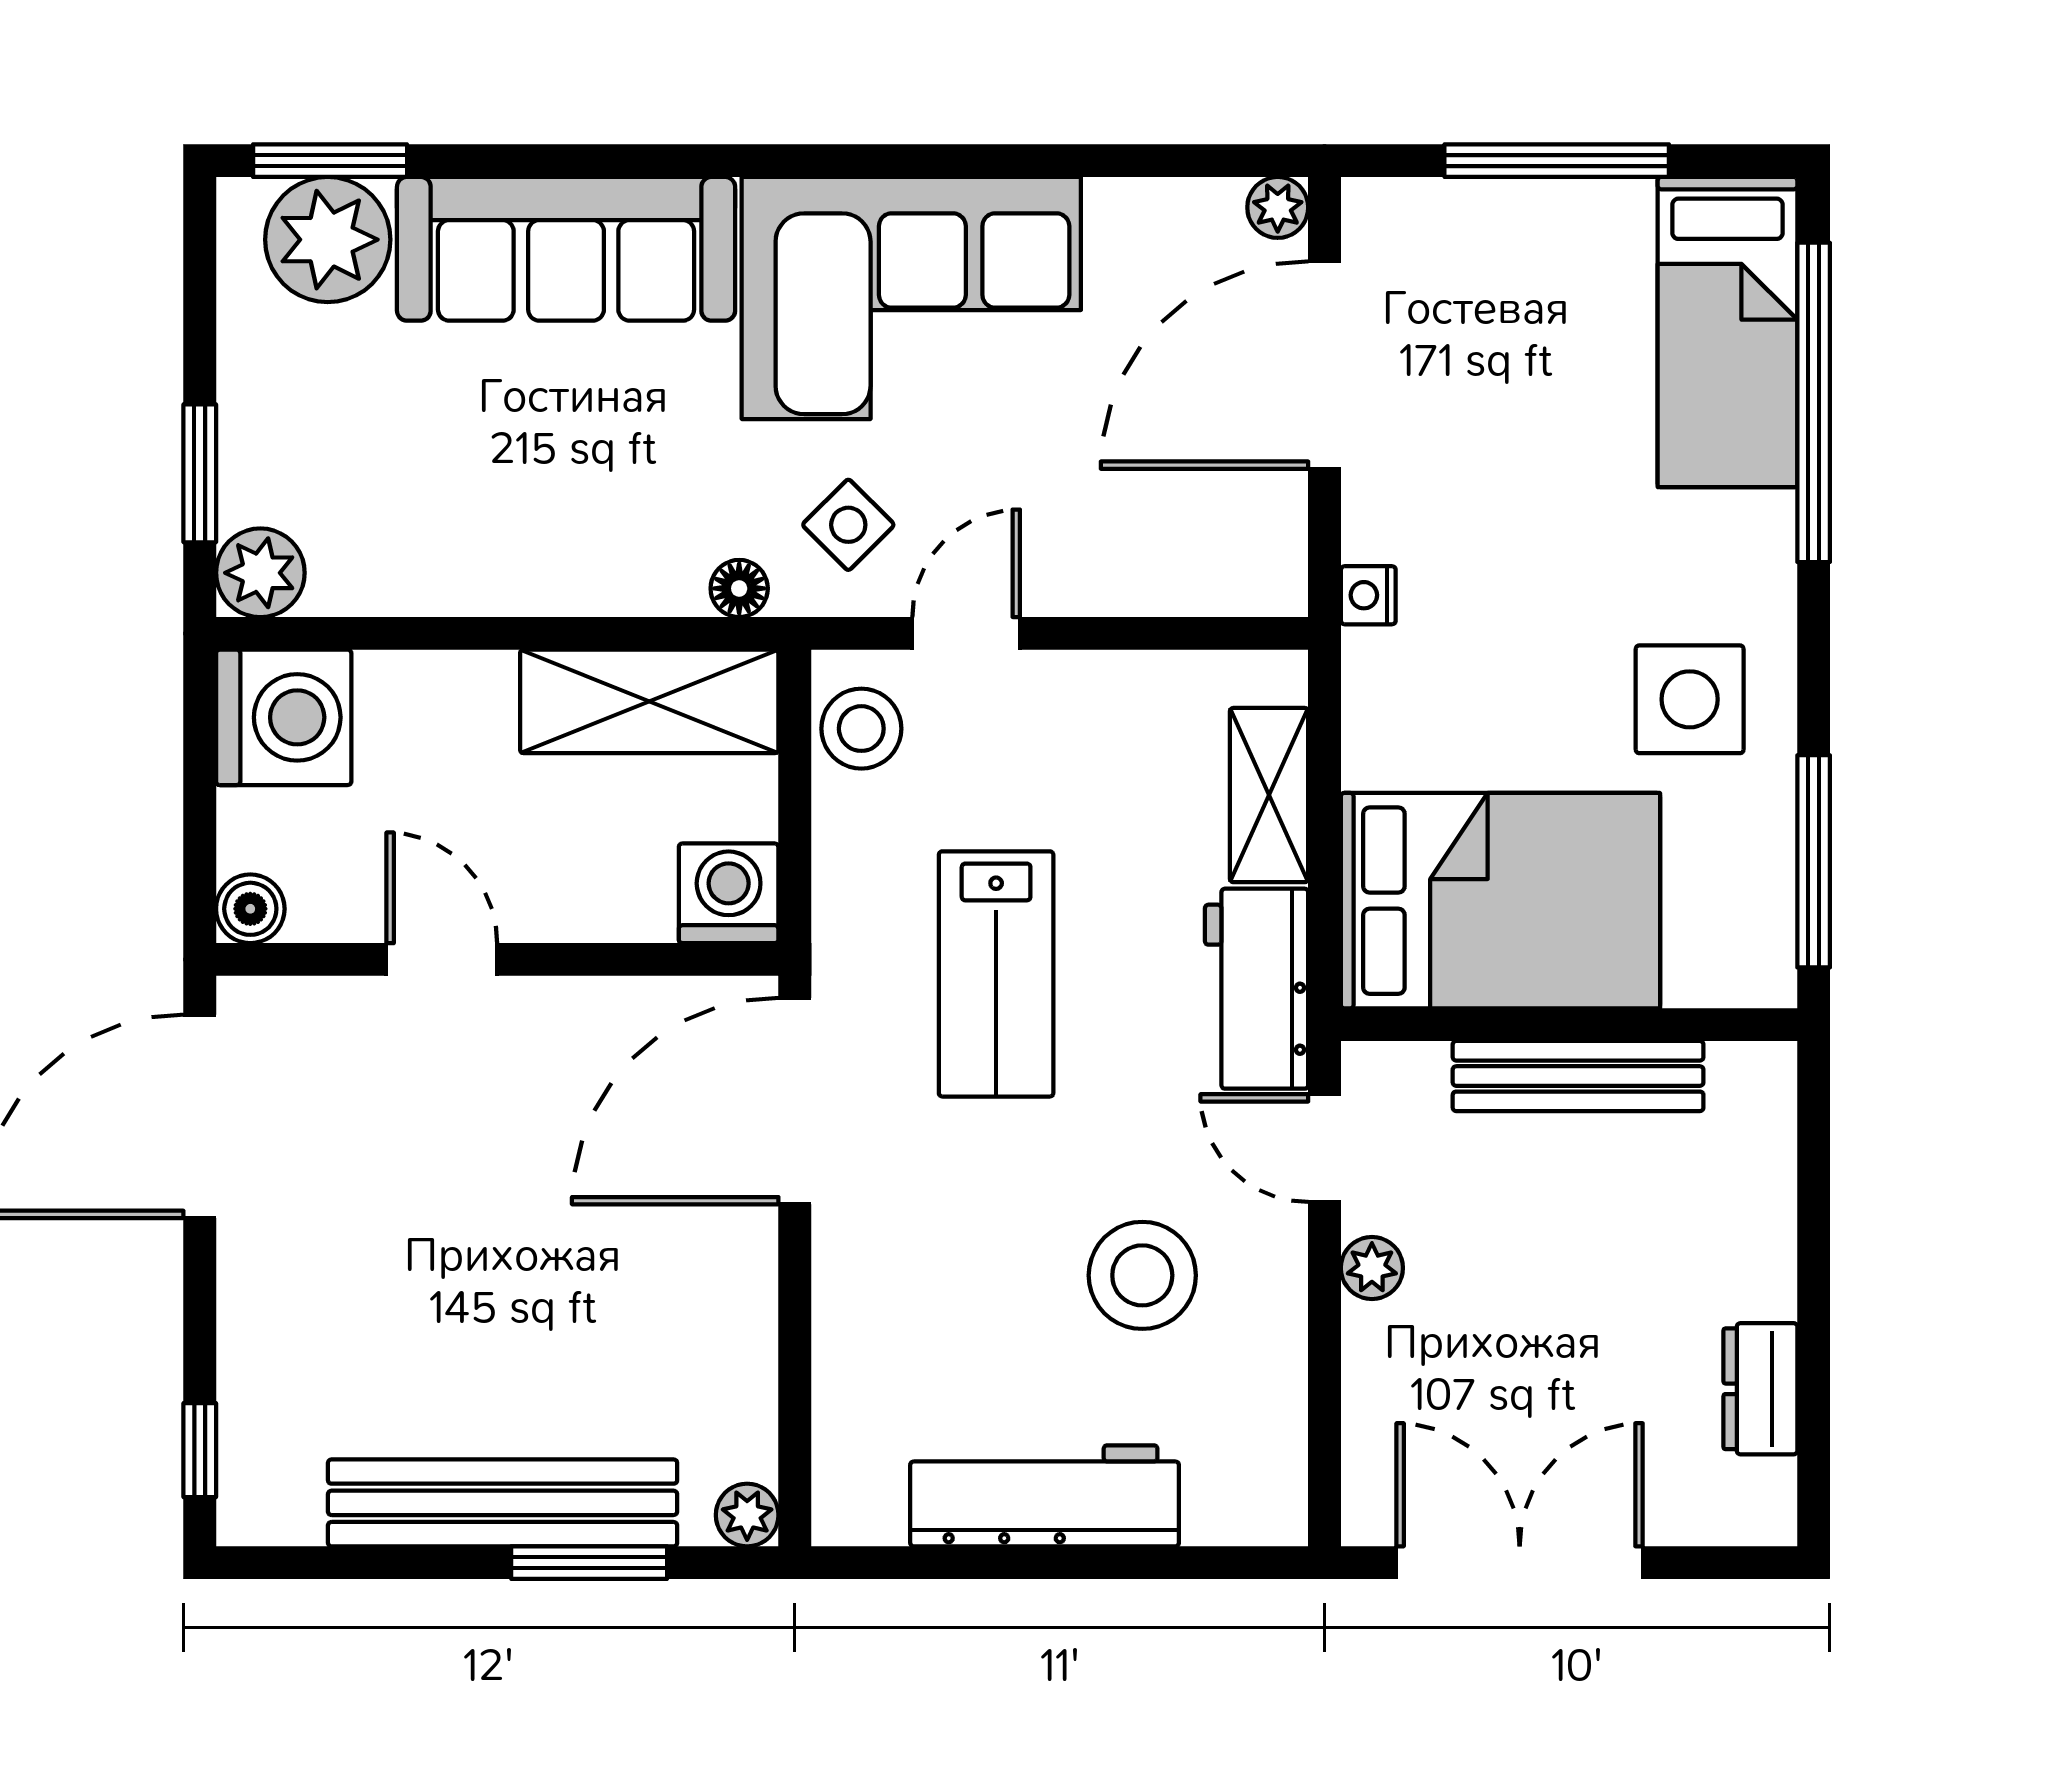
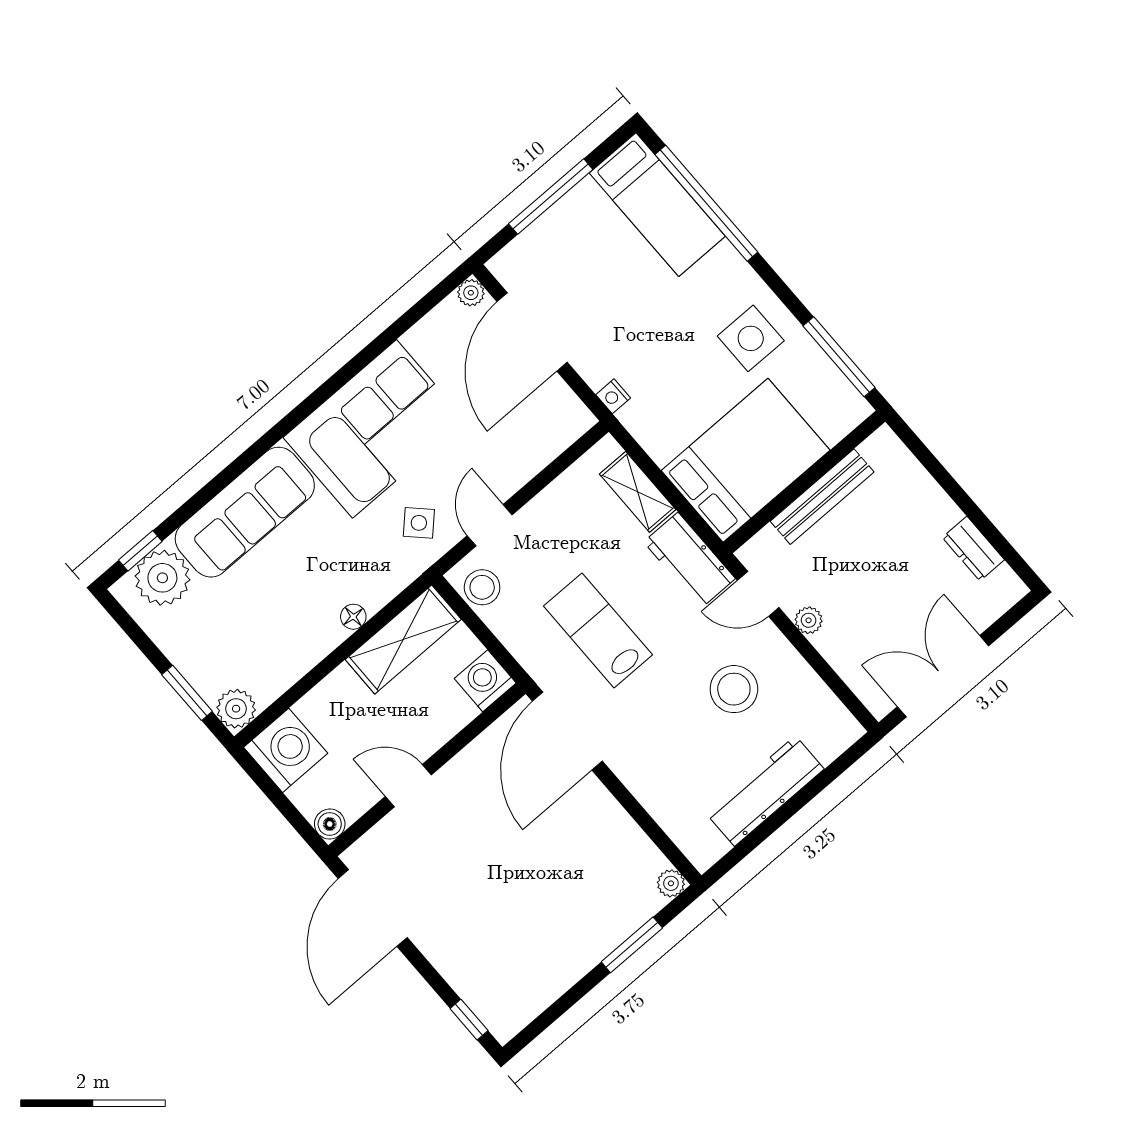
window: (330, 161) -> (140, 551), width x0.67
floor lamp: (739, 588) -> (353, 617), moved
lab bench: (996, 974) -> (598, 630), turned 180
bench: (503, 1503) -> (586, 950), removed

